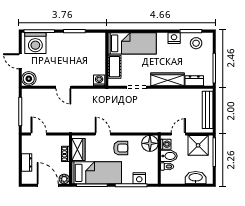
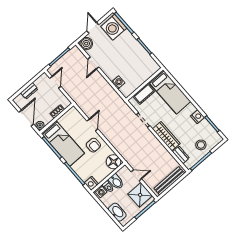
stool: (196, 43) -> (201, 145), moved
washing machine: (99, 80) -> (118, 82), moved
door: (63, 87) -> (93, 63), moved
washing machine: (166, 144) -> (101, 192), moved
wardrobe: (78, 150) -> (68, 118), removed
nightstand: (139, 178) -> (91, 183), moved

